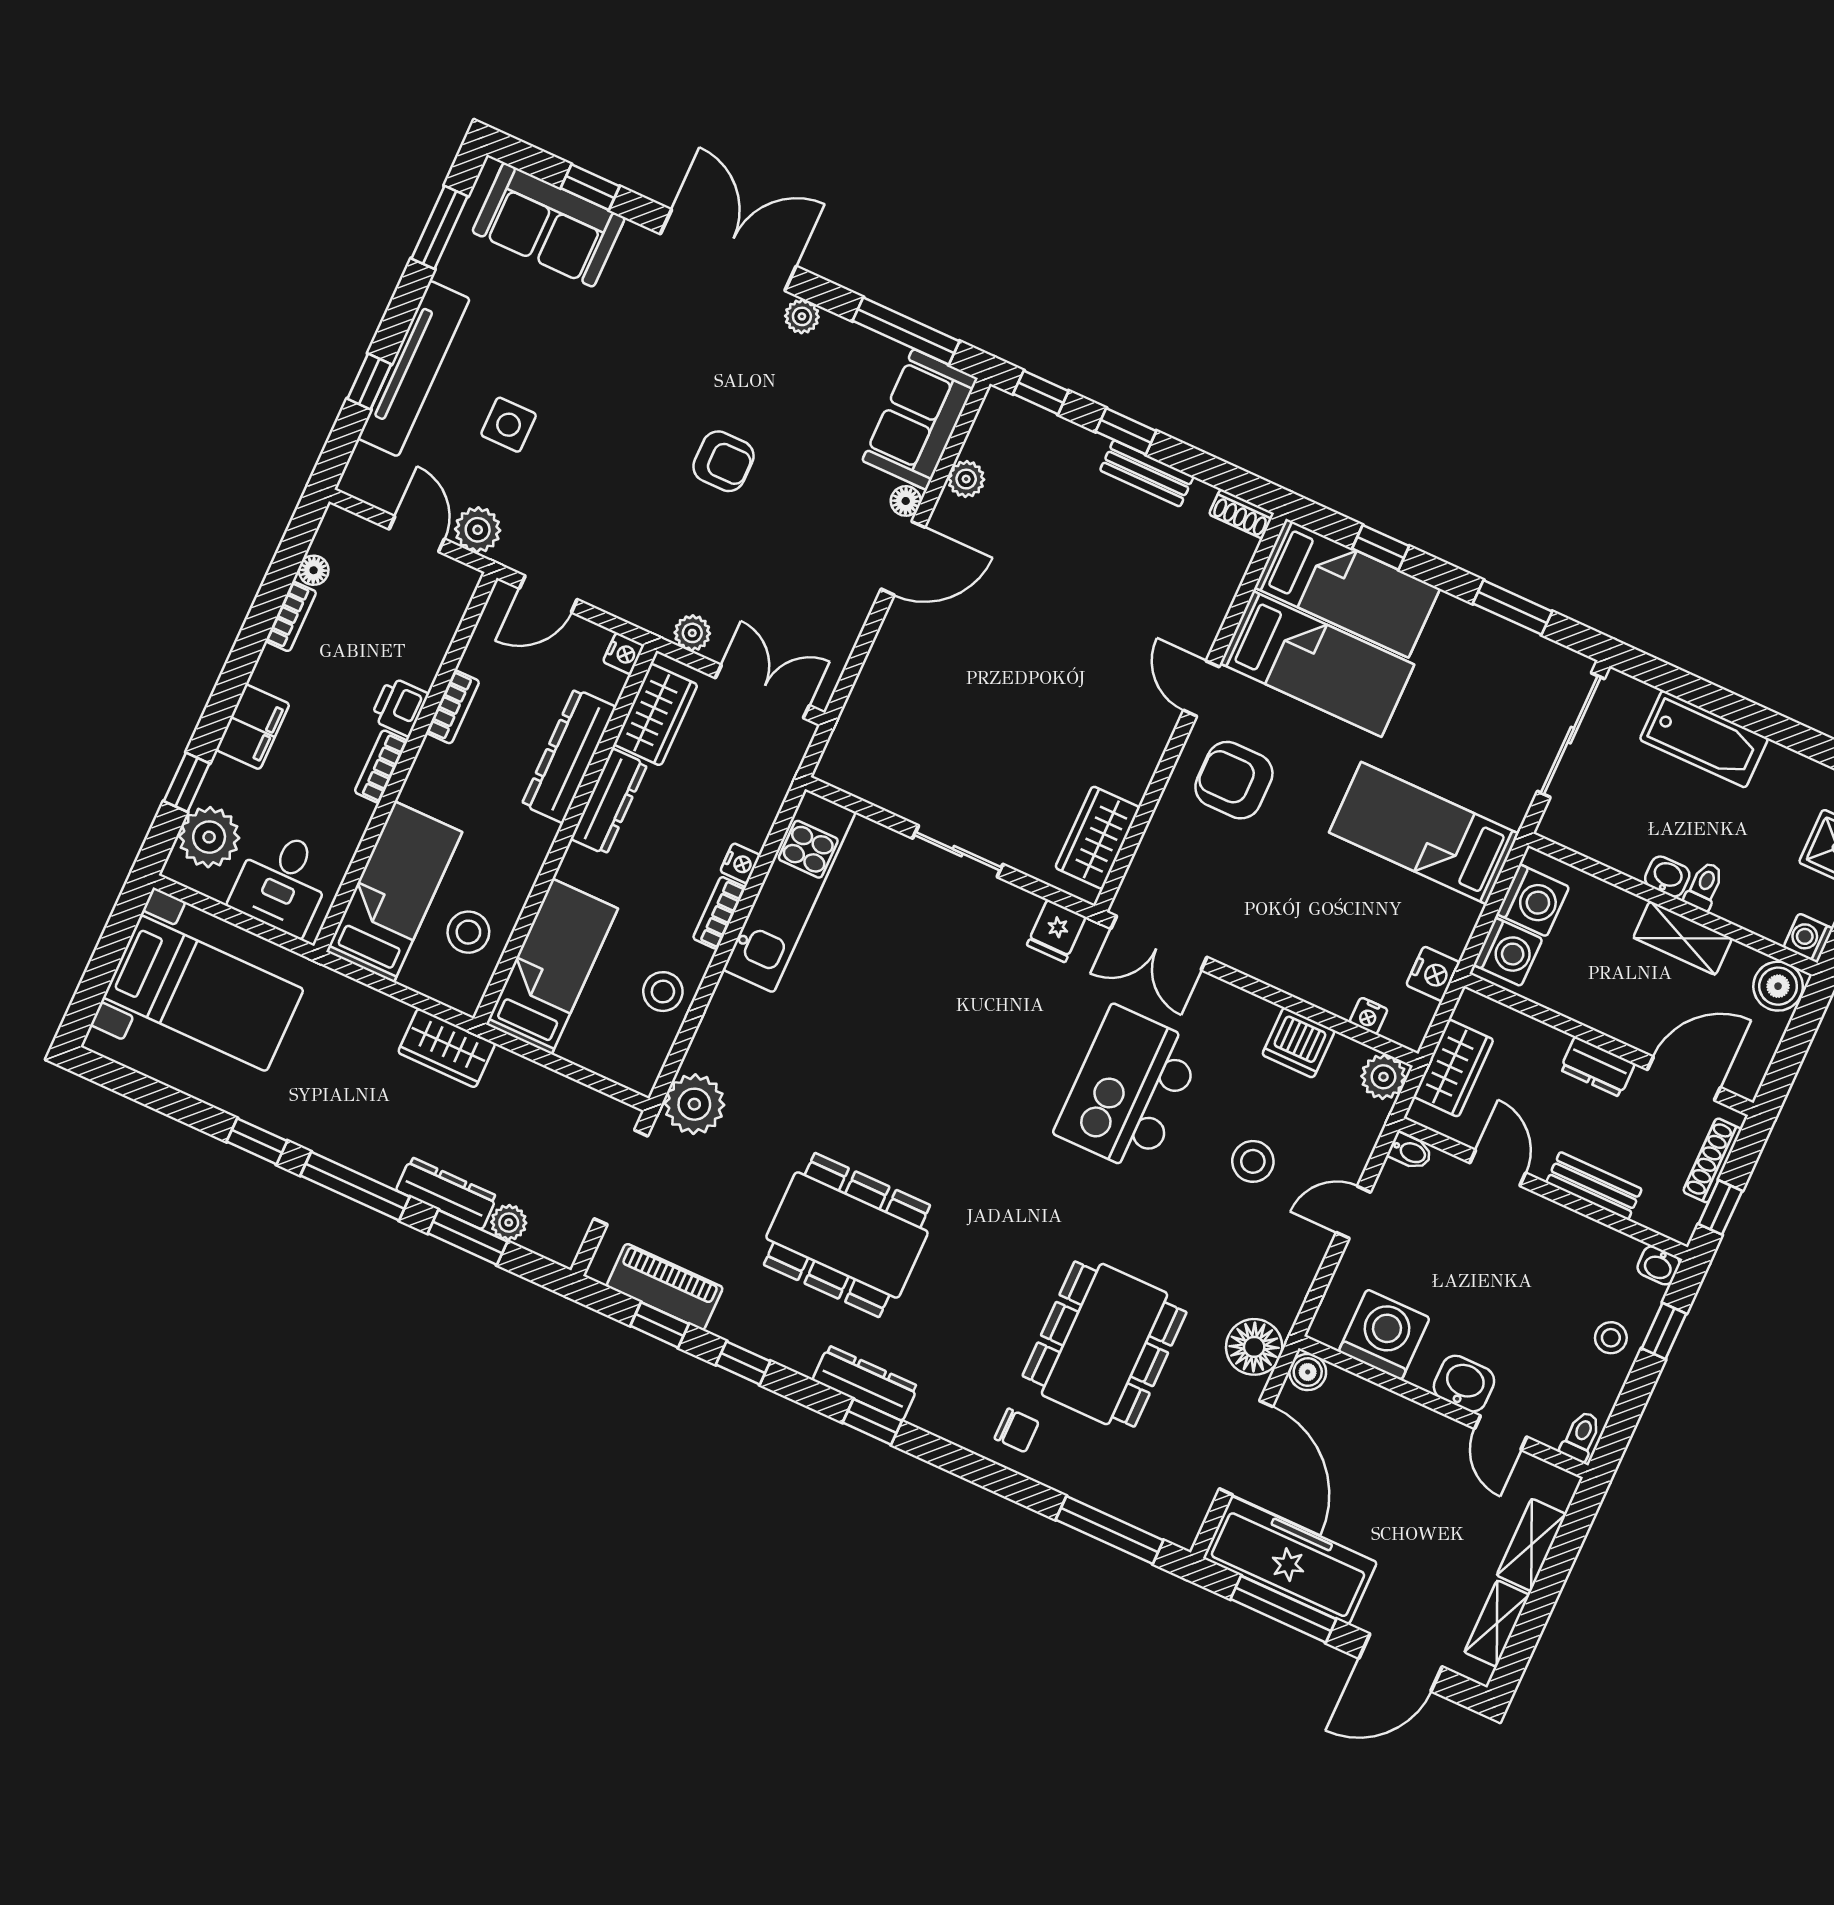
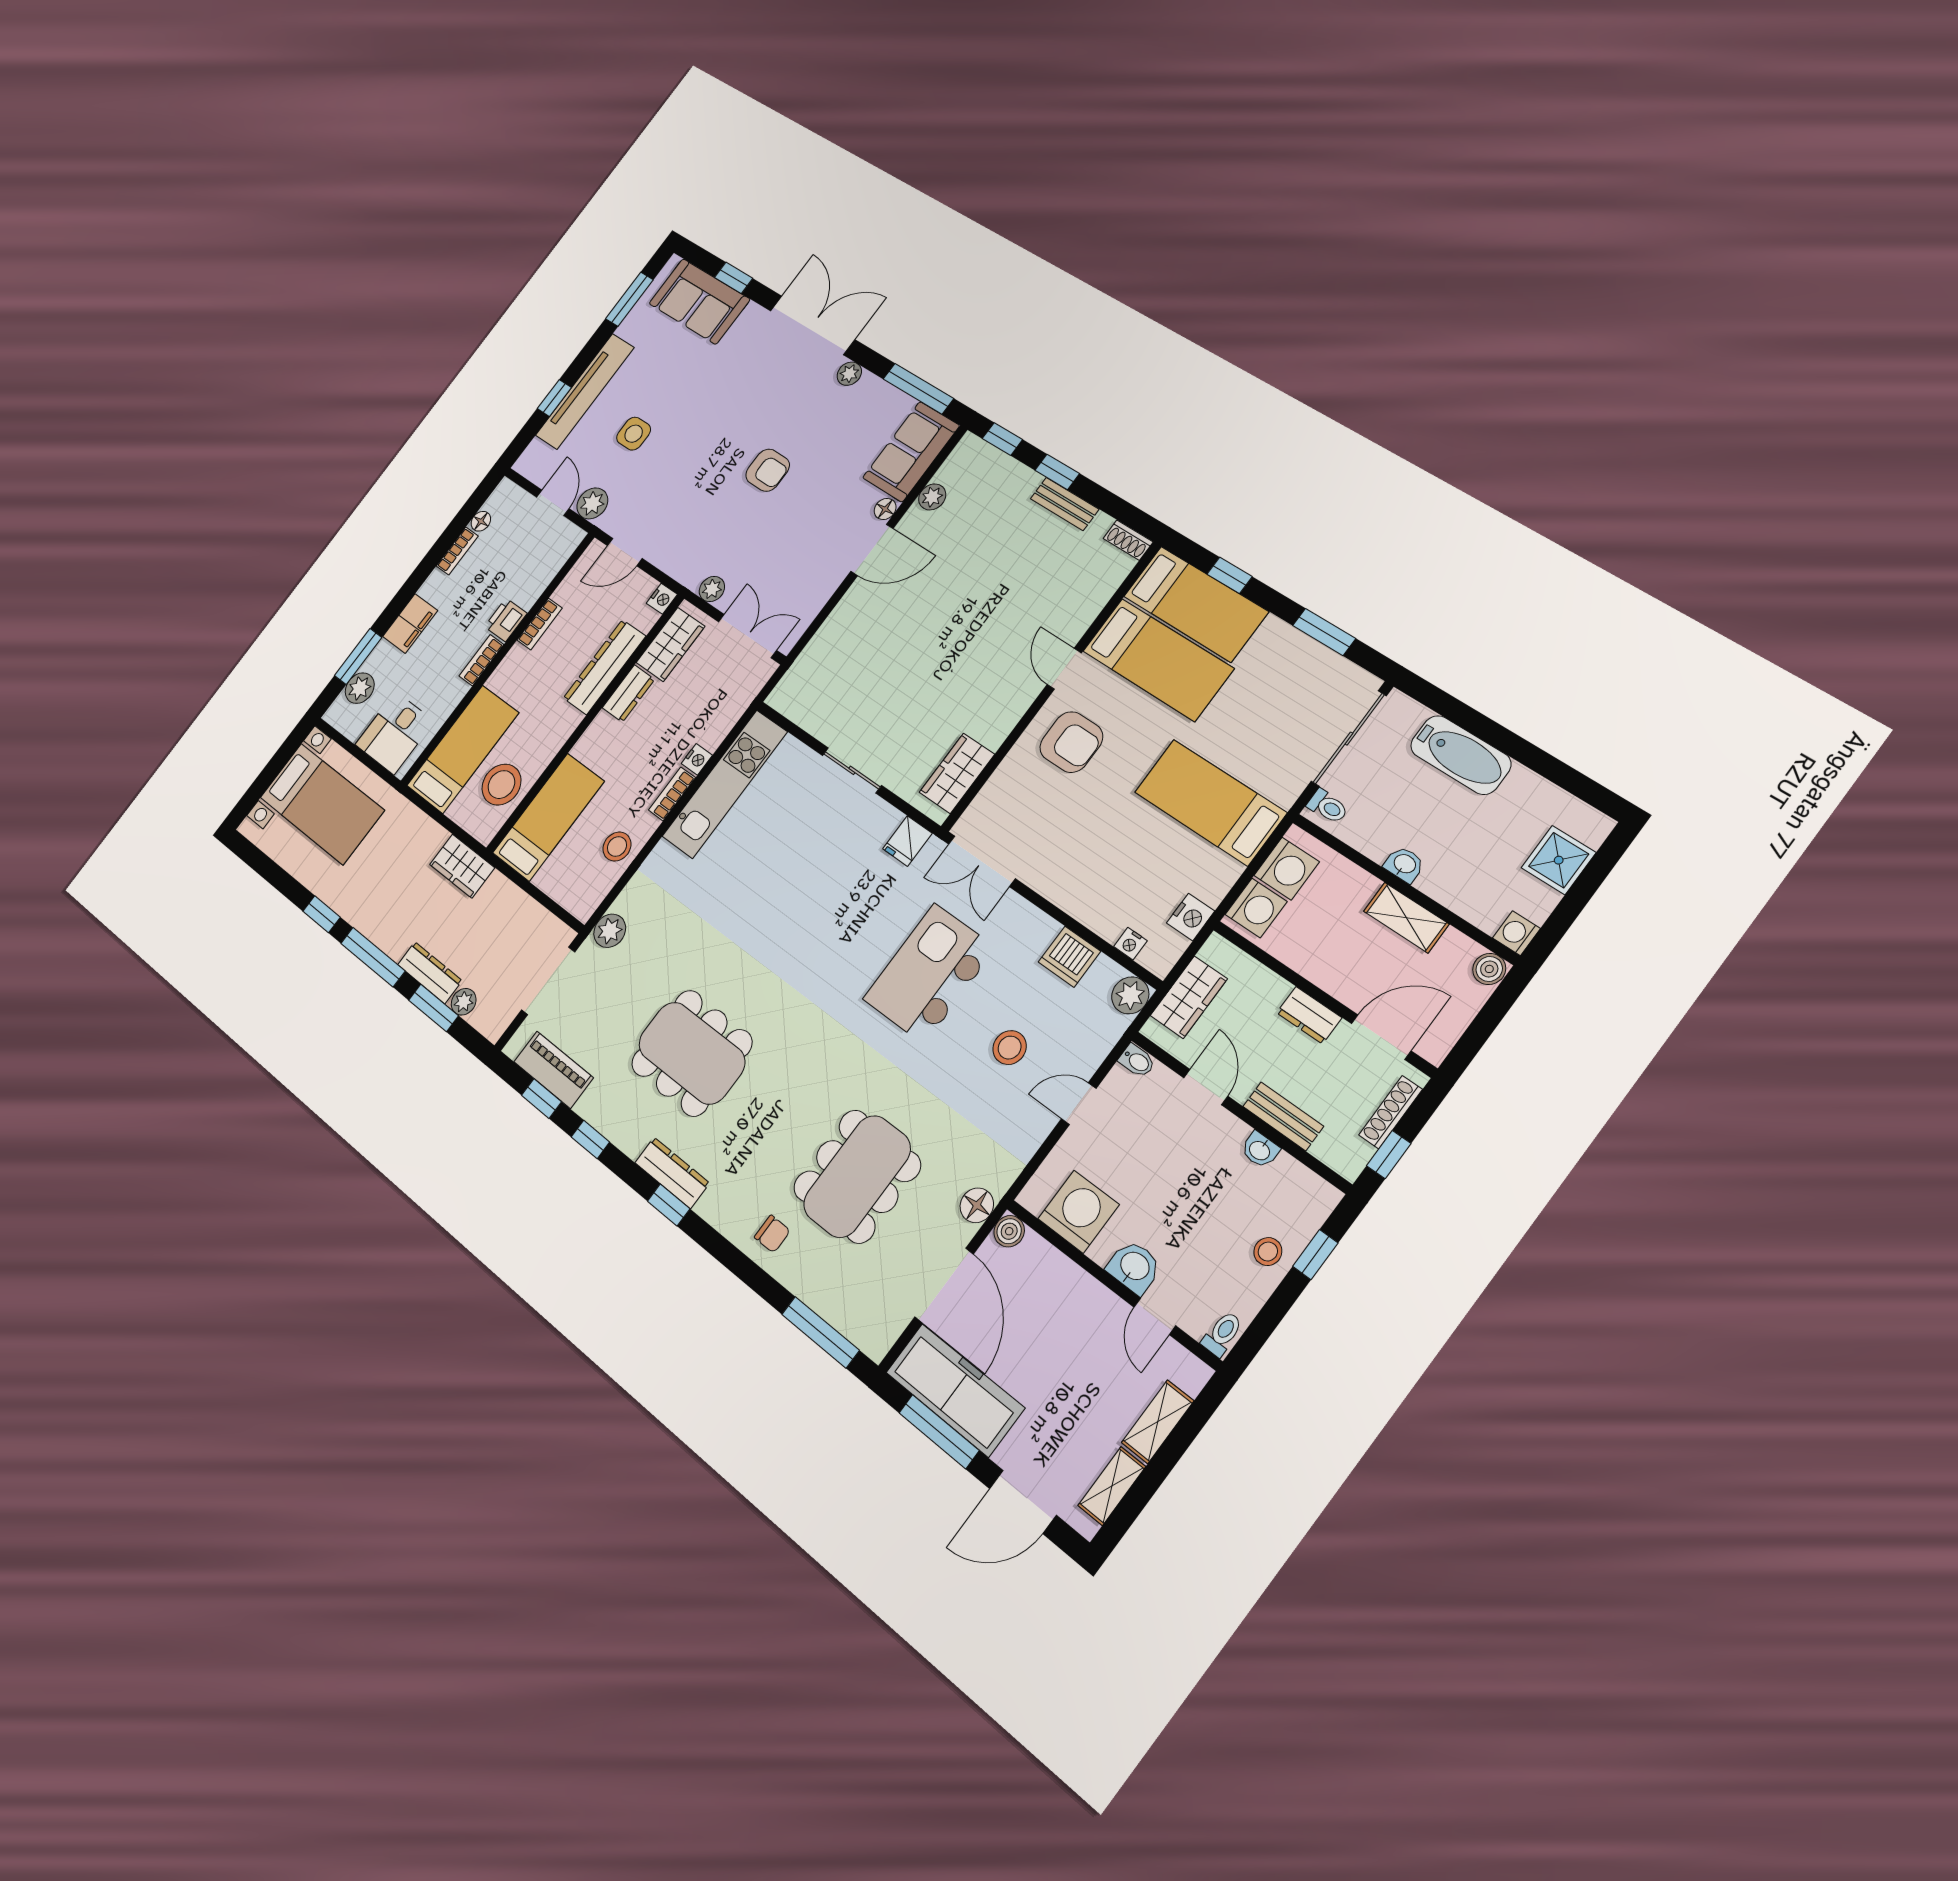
armchair: (1234, 780) -> (1071, 742), turned 180
window: (187, 782) -> (358, 656), width x1.50
dresser: (609, 801) -> (628, 694), width x0.70
plant: (209, 837) -> (360, 688), width x0.73, depth x0.73
toilet: (1704, 886) -> (1328, 807), moved, turned 90
stool: (468, 932) -> (501, 785), width x1.38, depth x1.38
boiler: (1778, 986) -> (1489, 969), width x0.73, depth x0.73
plant: (694, 1104) -> (610, 931), width x0.73, depth x0.73
washbasin: (1659, 1265) -> (1260, 1150), moved
floor lamp: (1254, 1347) -> (977, 1205), width x0.73, depth x0.73

